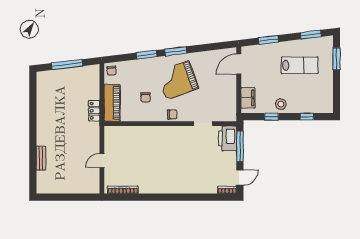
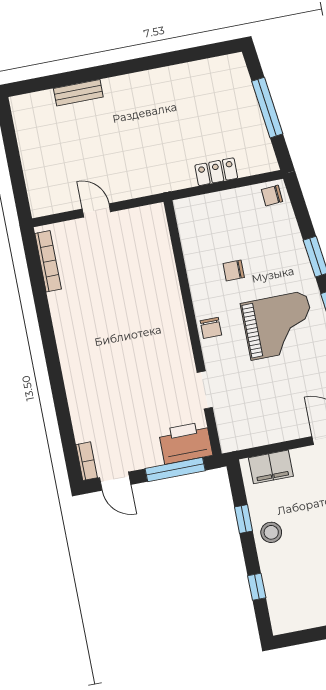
grand piano: (178, 80) -> (279, 325), turned 110
piano: (112, 103) -> (211, 209), removed
locker: (94, 111) -> (216, 172), moved

